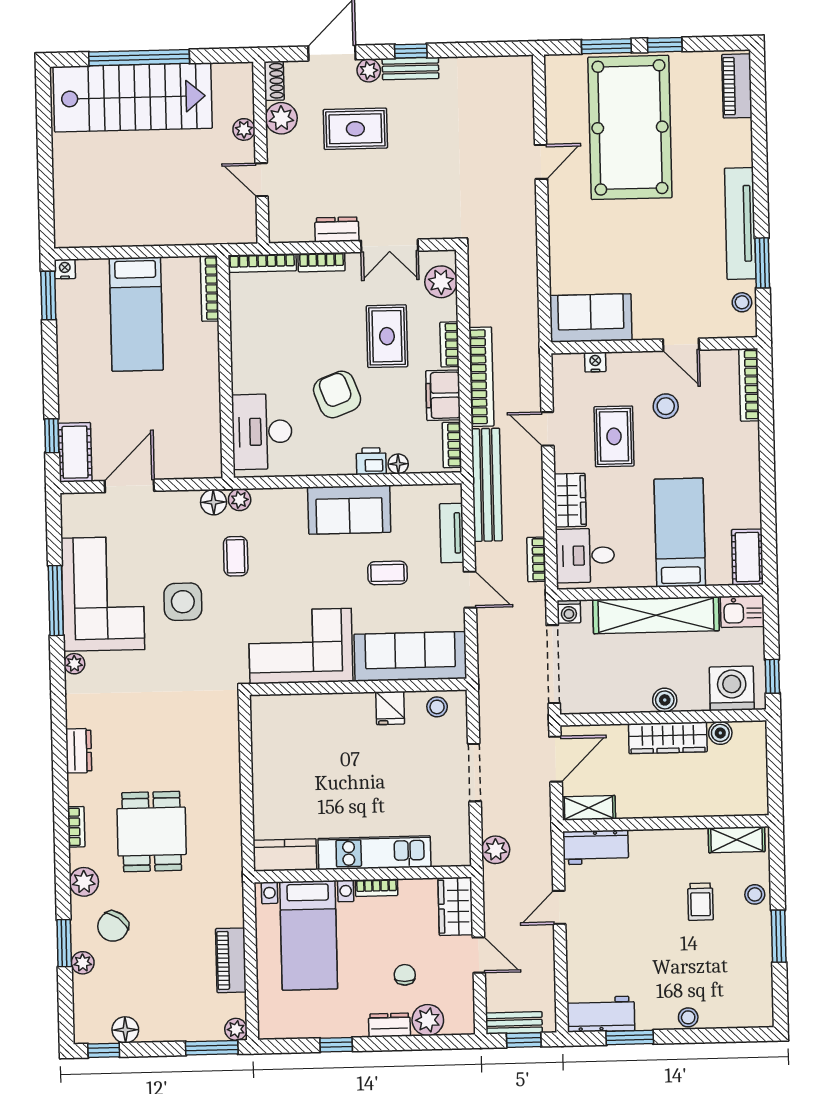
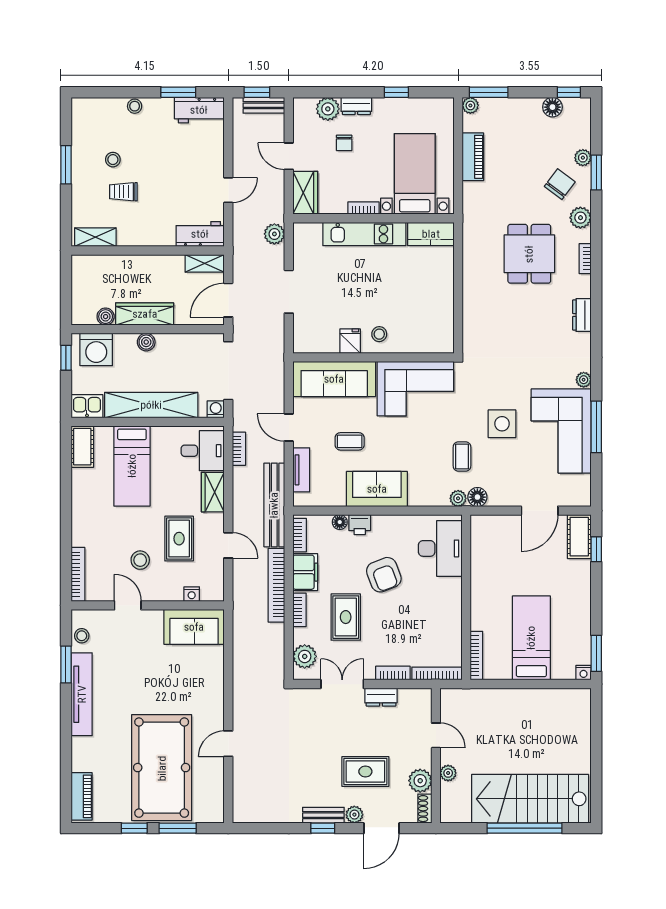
stool: (437, 707) -> (379, 334), moved
stool: (755, 894) -> (113, 160), moved
trolley: (700, 902) -> (123, 192), turned -90

